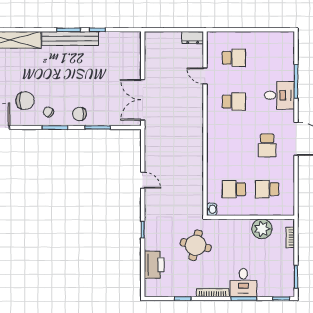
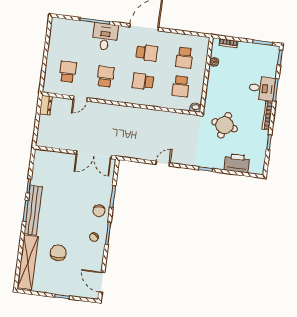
chair: (25, 101) -> (58, 253), moved
school desk: (234, 145) -> (143, 81), added
plant: (262, 229) -> (214, 62), width x0.53, depth x0.53

